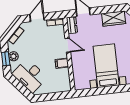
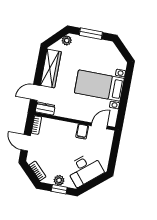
wardrobe: (114, 19) -> (51, 68), width x1.50
door: (68, 45) -> (99, 126), moved

